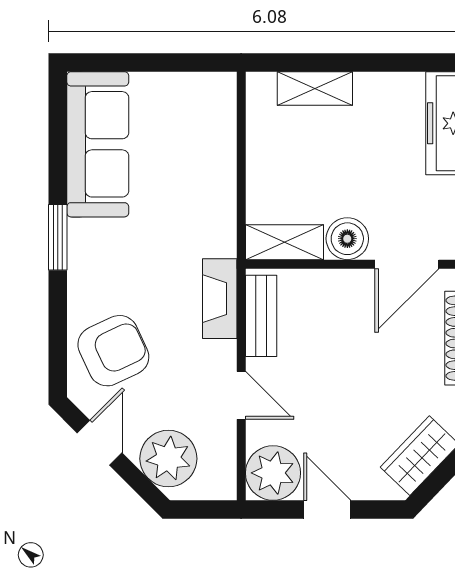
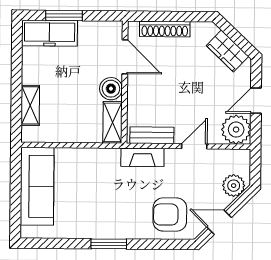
sofa: (98, 144) -> (37, 186), moved, turned 90
armchair: (113, 351) -> (170, 215), turned -65
plant: (168, 459) -> (234, 186), width x0.73, depth x0.73

